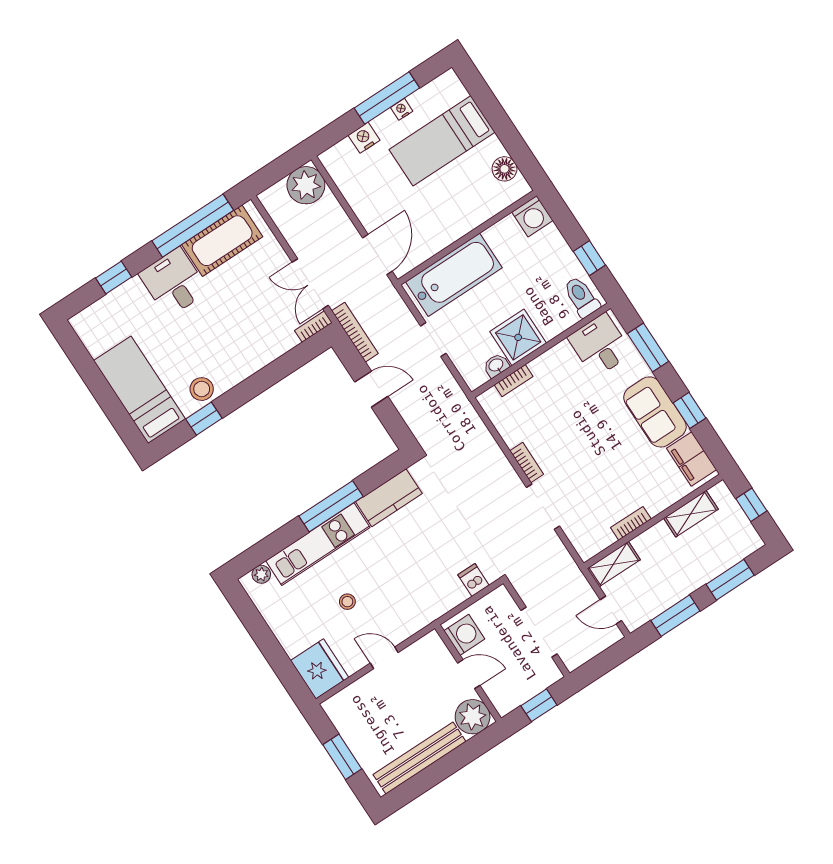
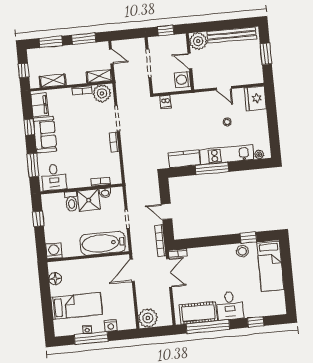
toilet: (581, 297) -> (71, 201), moved
plant: (593, 536) -> (102, 93), added

